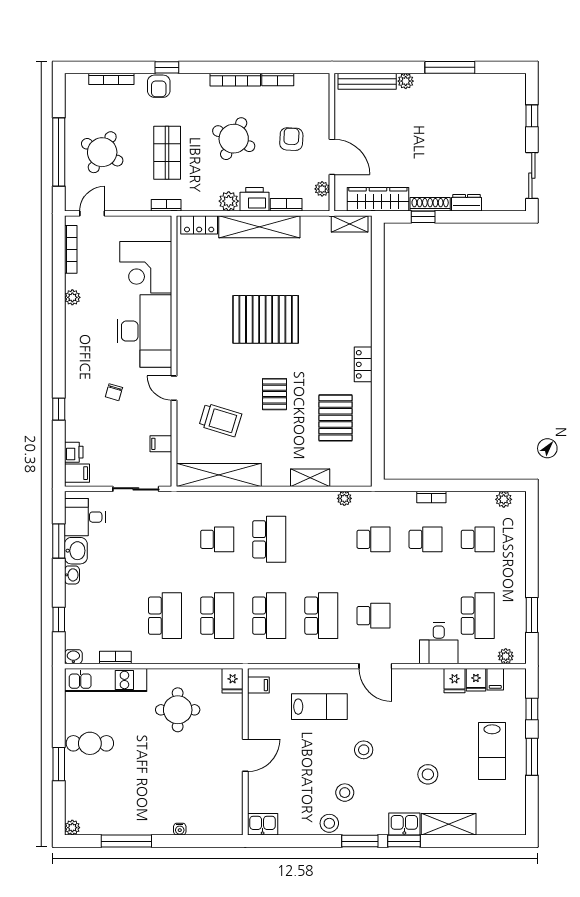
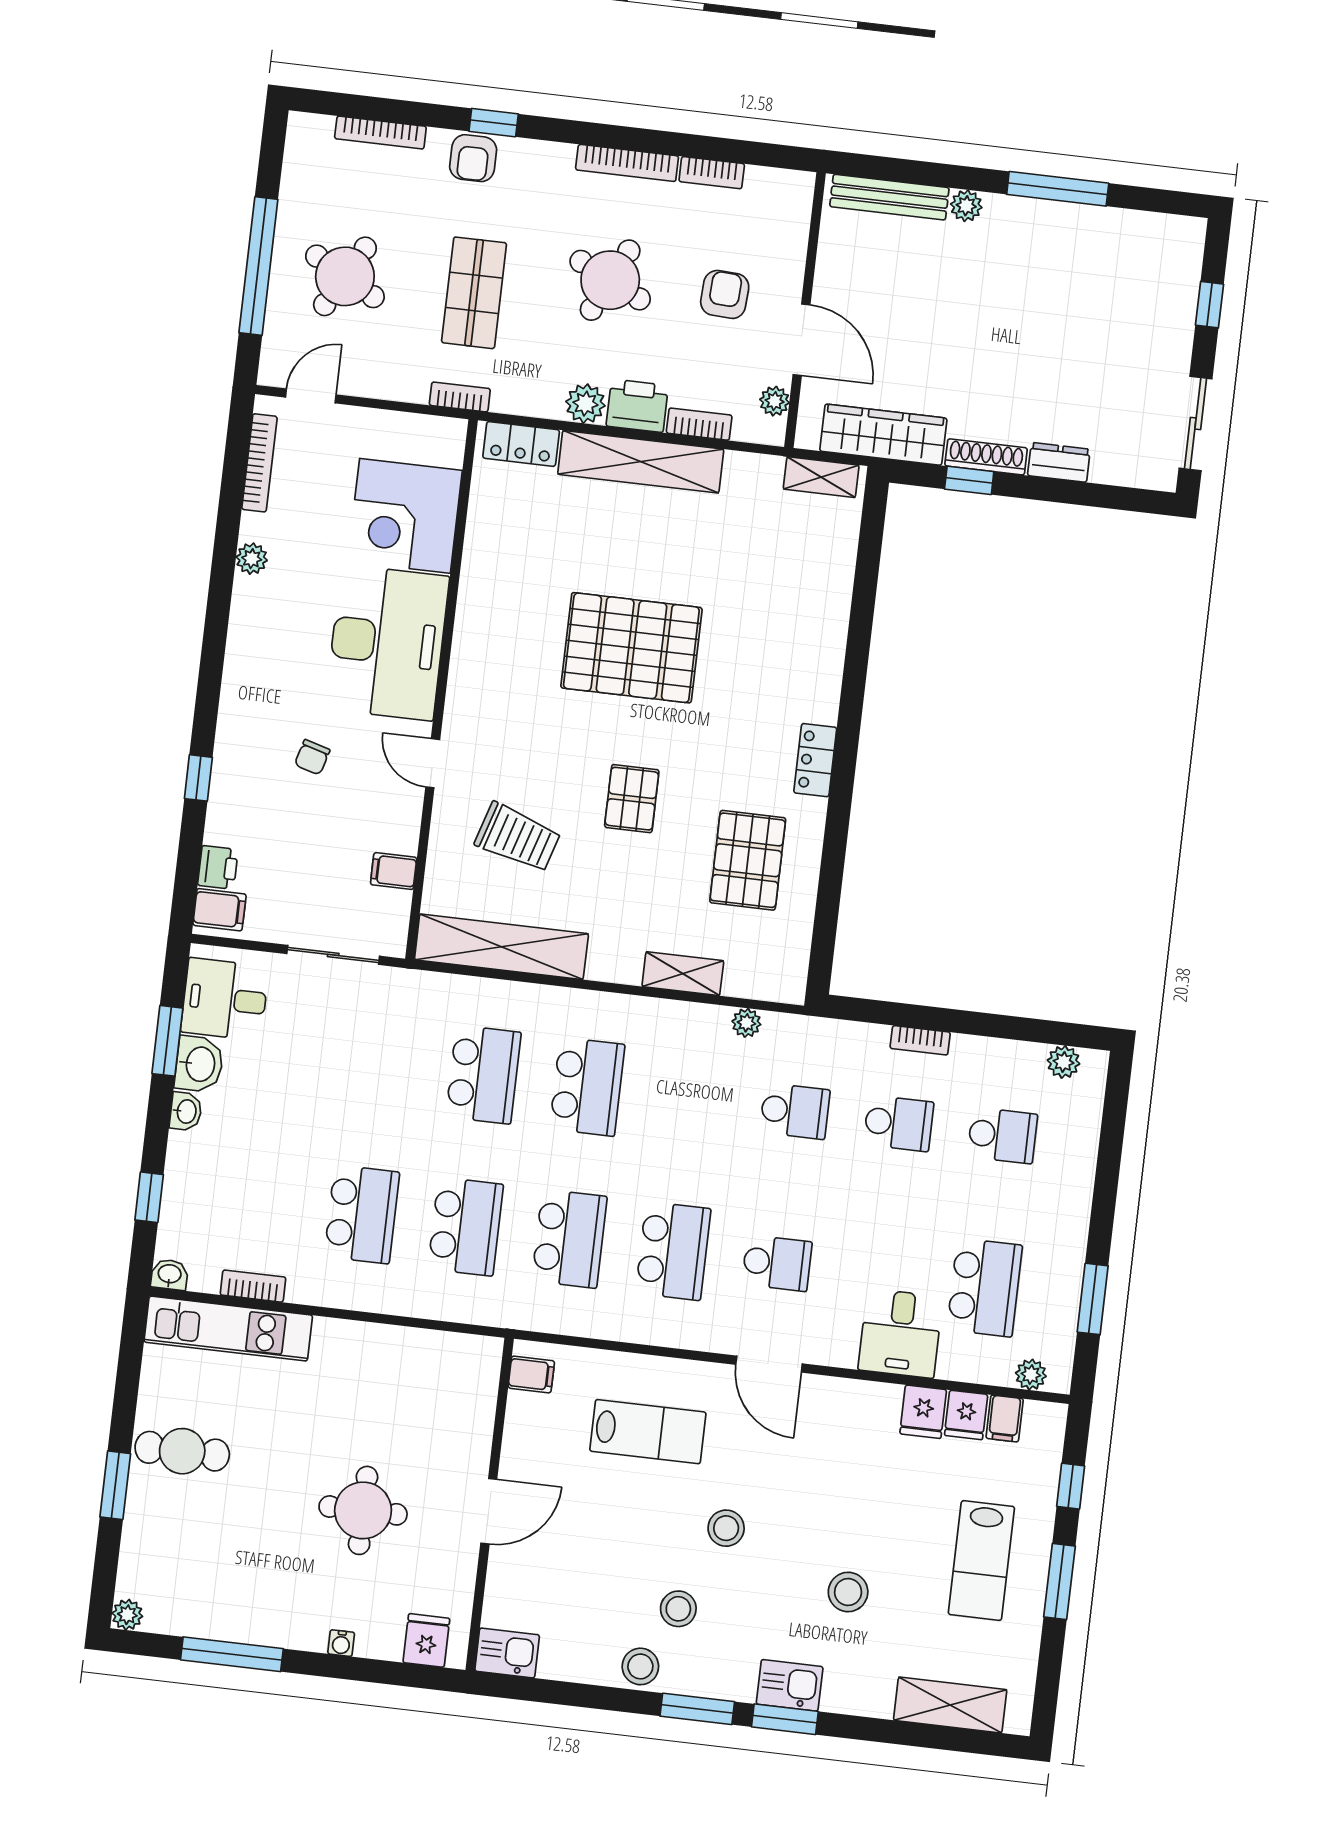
school desk: (217, 539) -> (483, 1075), width x1.85
fridge: (233, 681) -> (426, 1640), moved, turned 180
round table: (178, 710) -> (363, 1510), moved
shelving: (449, 824) -> (950, 1705), moved

